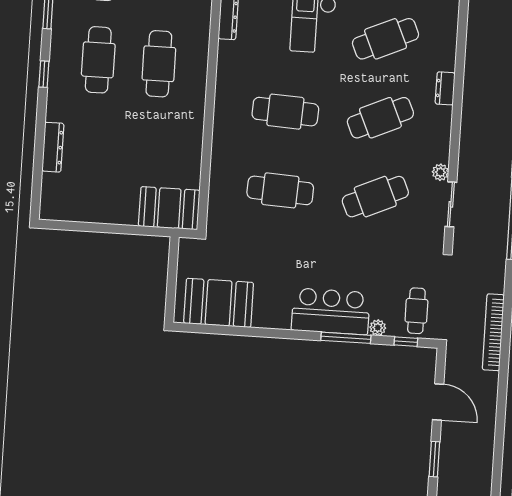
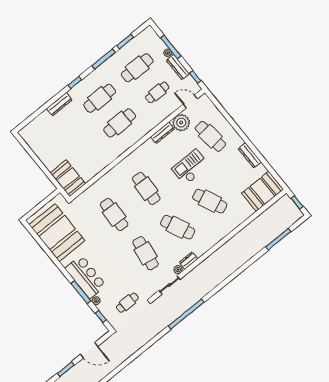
dresser: (445, 88) -> (188, 261), moved
dresser: (53, 147) -> (59, 104), moved
cafe table: (375, 197) -> (146, 253), turned 33
booth: (219, 303) -> (57, 233), width x1.36, depth x1.42
cafe table: (416, 311) -> (127, 303), moved
bookcase: (493, 332) -> (135, 347), removed
door: (438, 402) -> (89, 350), hinge flipped

